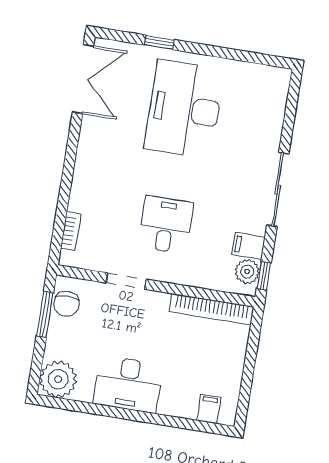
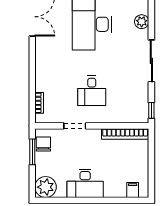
desk: (166, 225) -> (92, 91), turned 180
filing cabinet: (248, 246) -> (140, 95), removed
plant: (247, 272) -> (142, 22), moved
chair: (66, 304) -> (43, 144), turned 180

